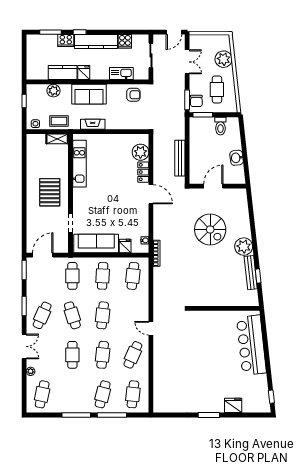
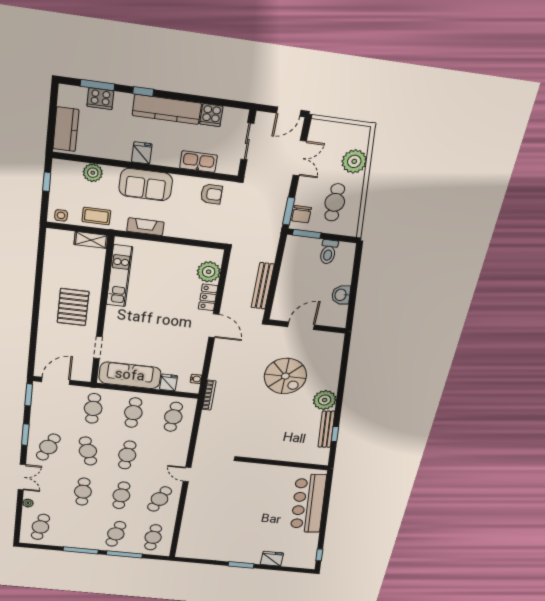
cooker: (66, 40) -> (100, 99), moved
kitchen counter: (63, 72) -> (66, 129), moved, turned 90

